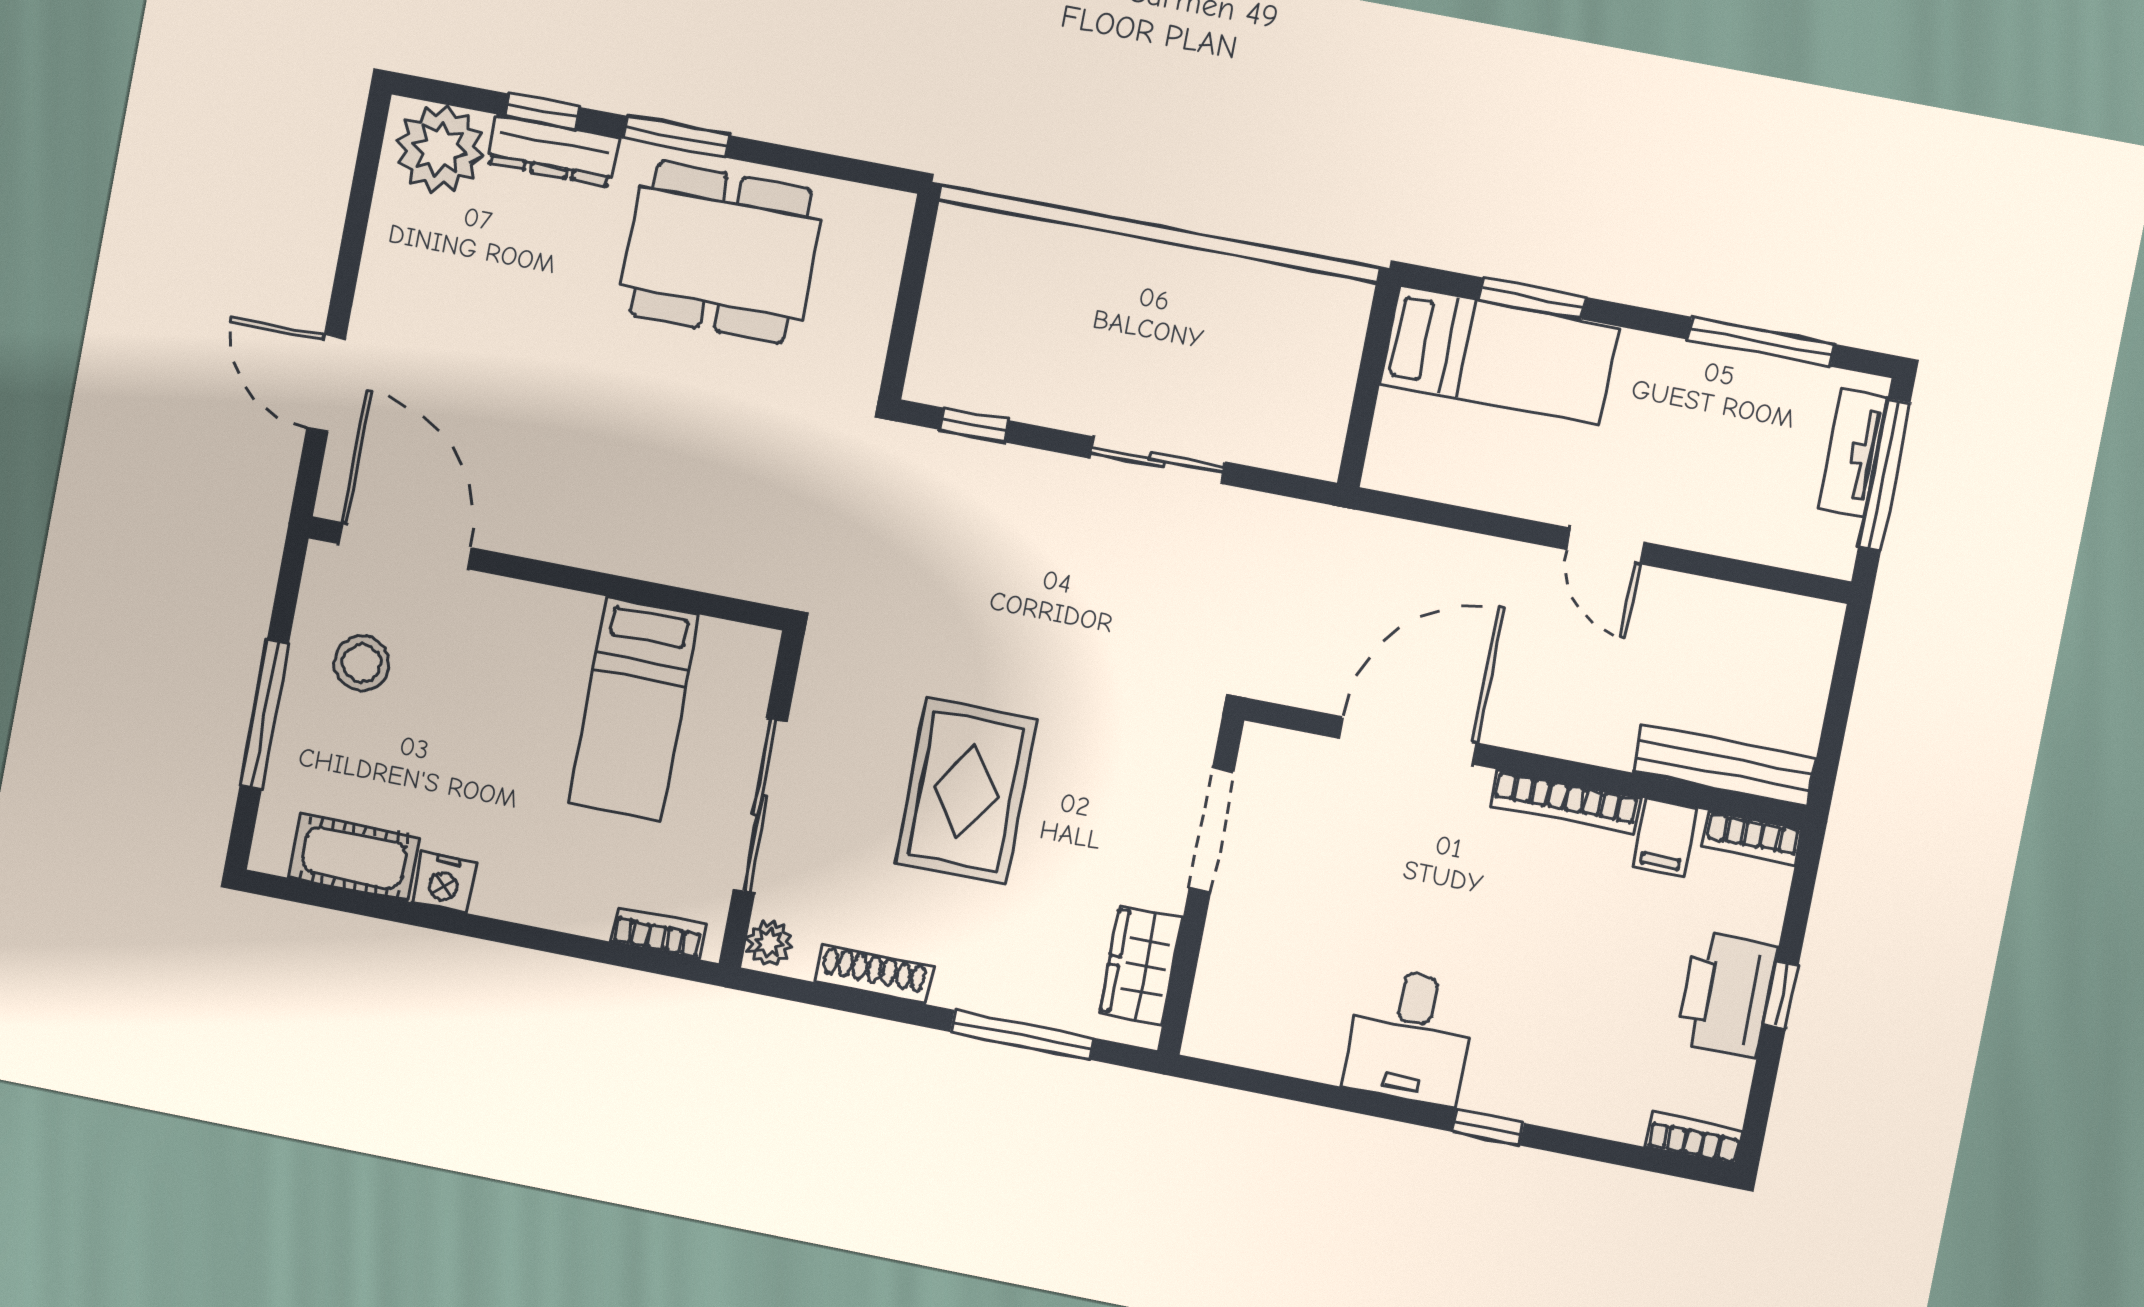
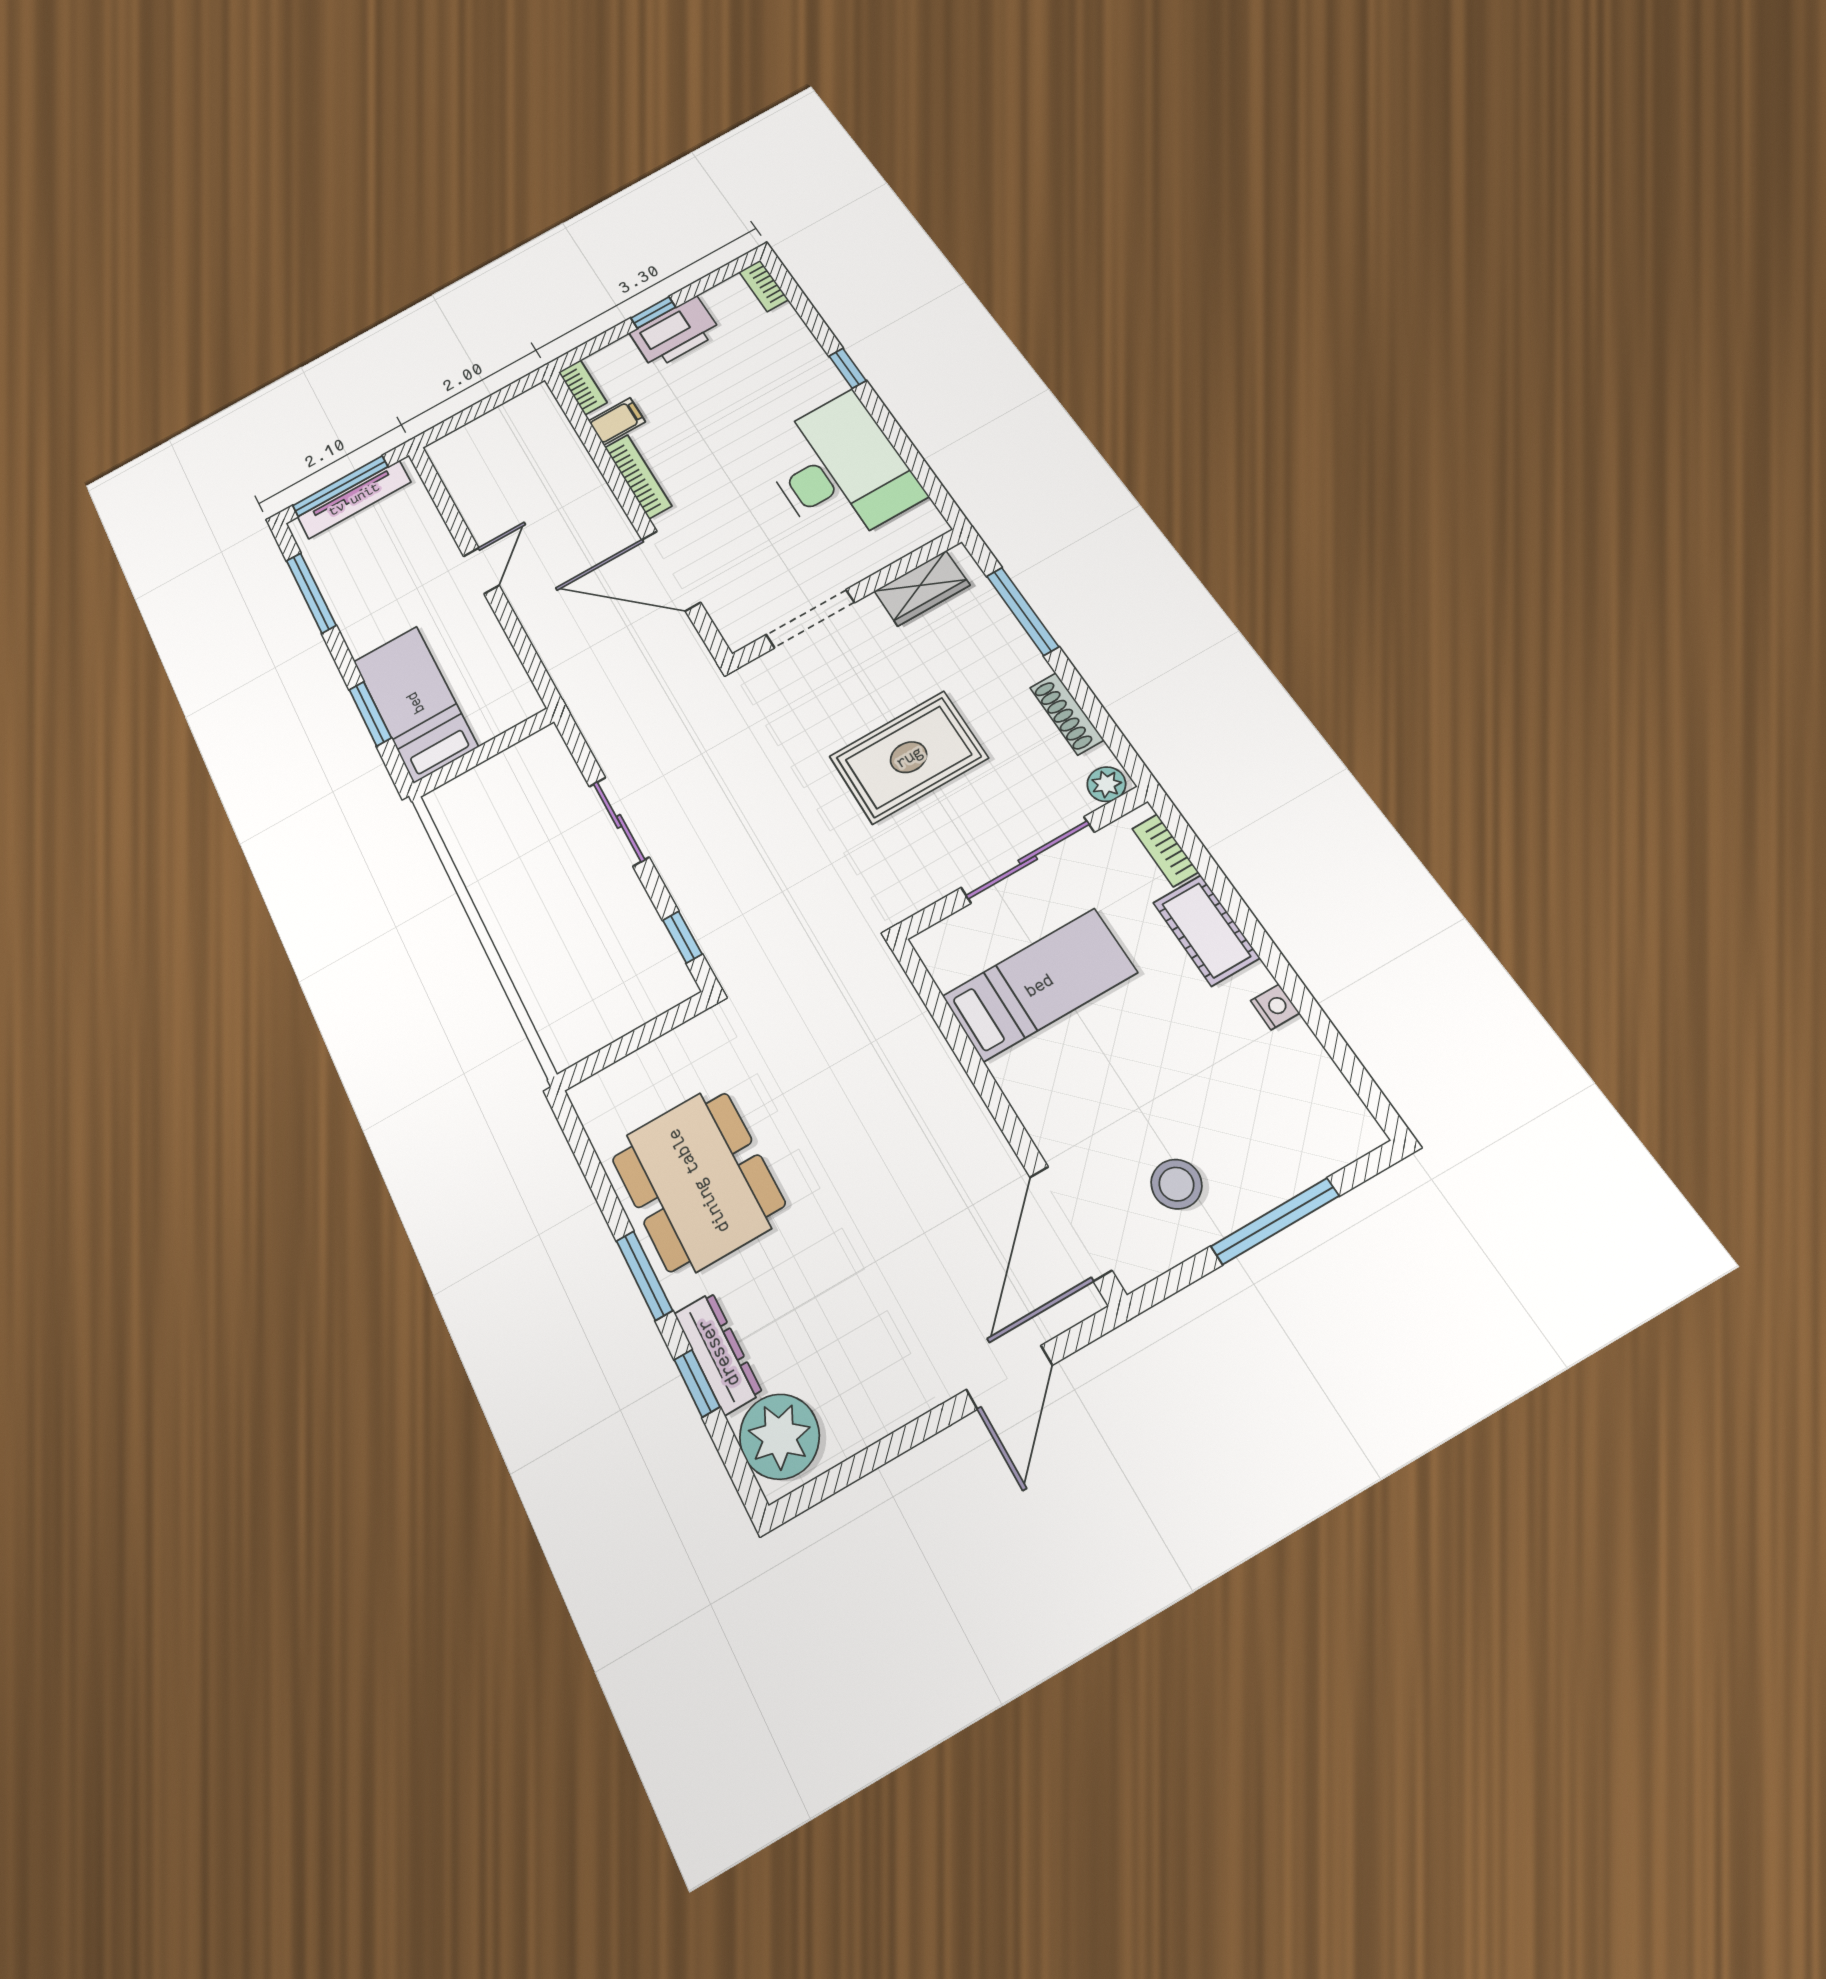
tv unit: (1853, 453) -> (354, 499), width x1.41
bench: (1724, 765) -> (555, 429), removed
cot: (355, 857) -> (1206, 930), moved
nightstand: (445, 882) -> (1275, 1007), width x0.72, depth x0.74
desk: (1410, 1037) -> (839, 470), width x1.87, depth x1.30

